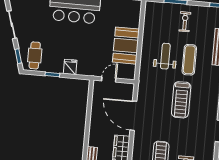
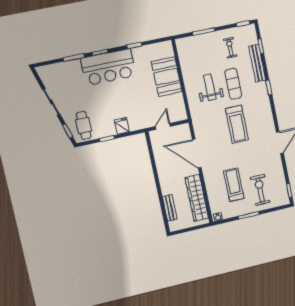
exercise bike: (185, 22) -> (230, 48), moved
booth: (126, 46) -> (167, 77), moved

